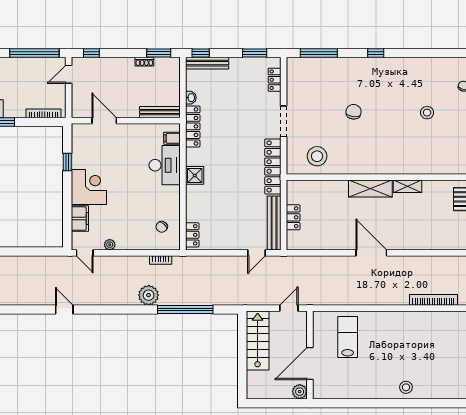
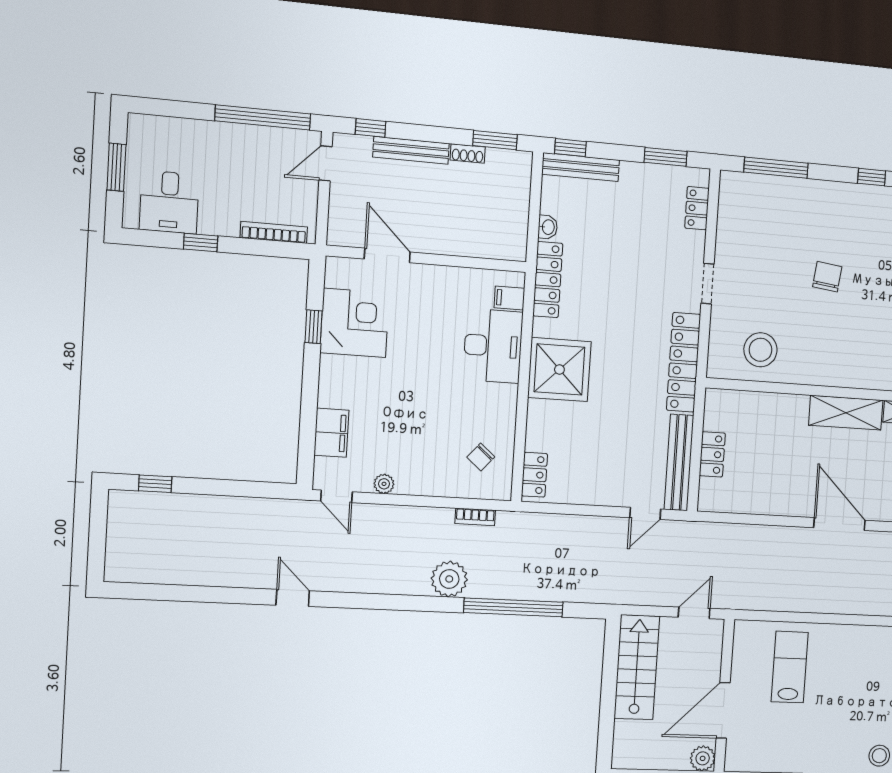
bench: (160, 112) -> (411, 150), moved
doorway: (284, 121) -> (708, 284), width x0.73
shower: (195, 175) -> (559, 369), width x1.86, depth x1.86
corner desk: (89, 187) -> (355, 323), moved

